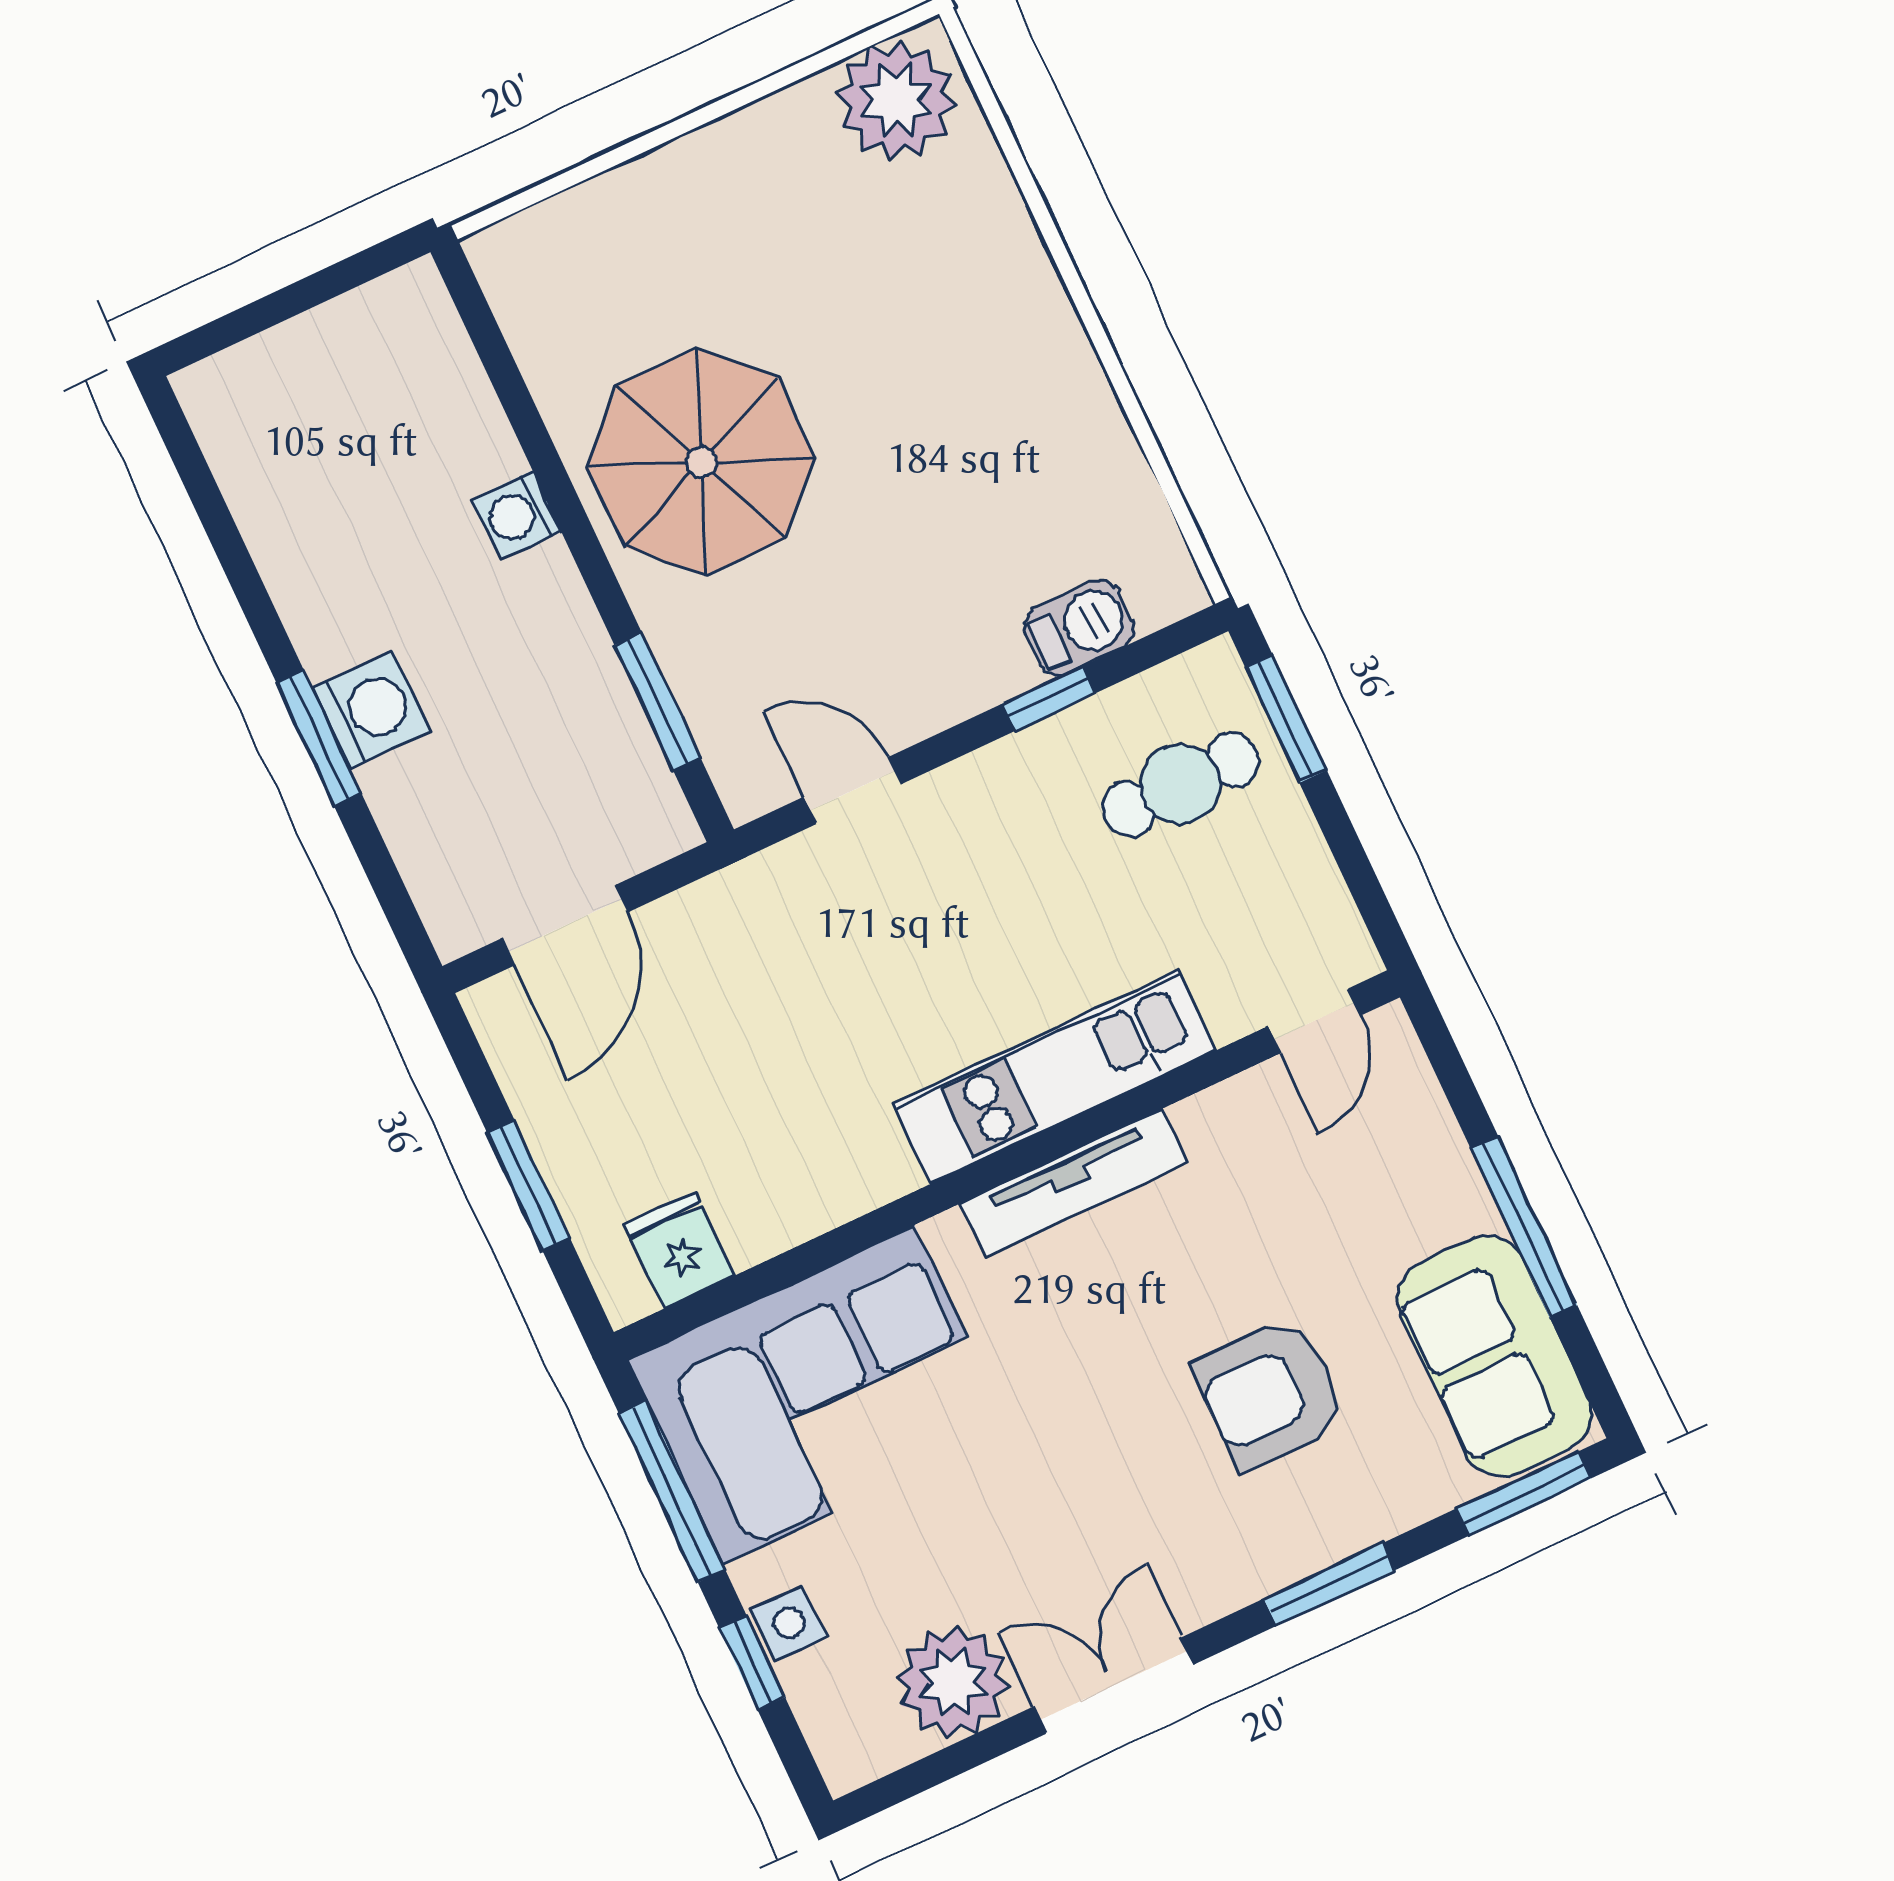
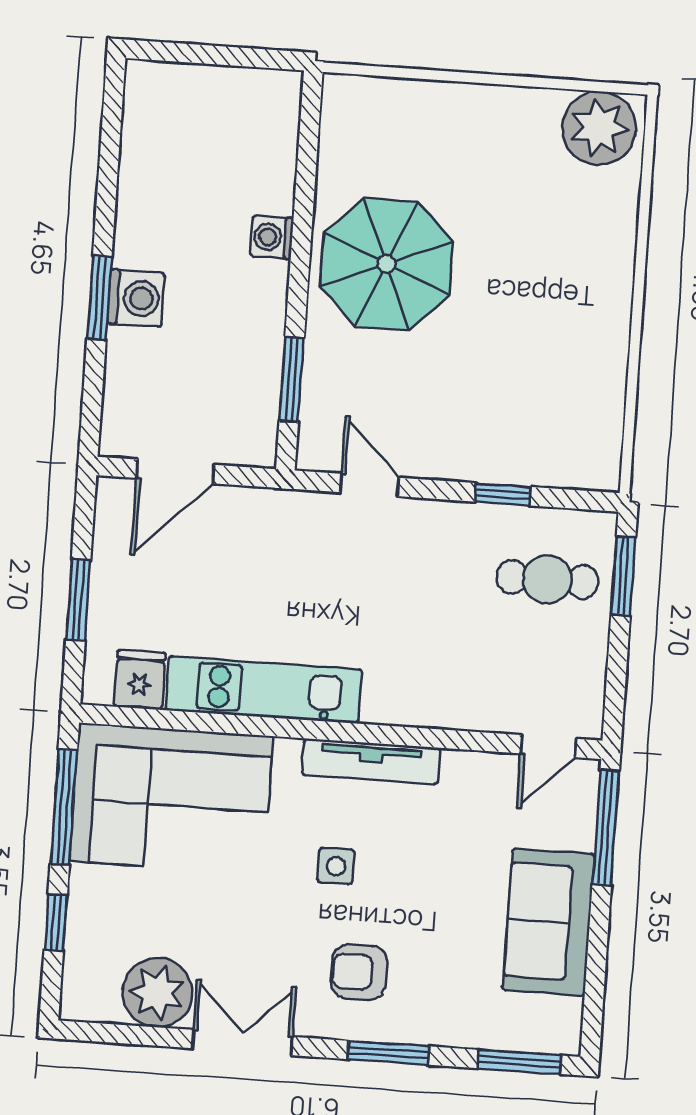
barbecue: (1079, 628) -> (540, 465), removed
kitchen unit: (1054, 1077) -> (264, 690), moved
window: (1524, 1227) -> (606, 827), moved
sofa: (1494, 1356) -> (549, 922), moved
armchair: (1270, 1393) -> (359, 972), moved, width x0.72, depth x0.72
side table: (789, 1623) -> (336, 866), moved

